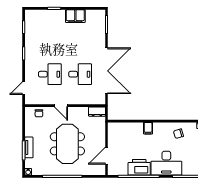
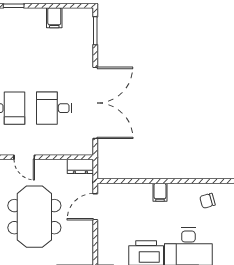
filing cabinet: (75, 16) -> (54, 18), width x0.50
desk: (80, 74) -> (54, 108), turned 180
door: (107, 156) -> (95, 207), moved

